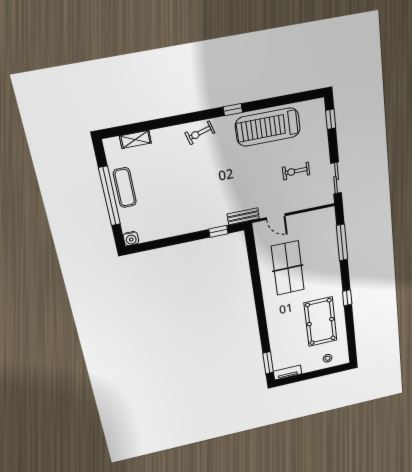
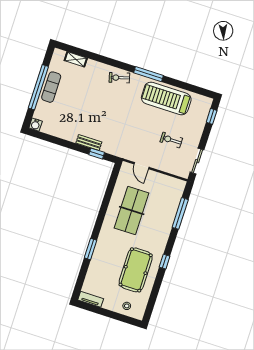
window: (233, 110) -> (149, 74), width x2.17
bench: (243, 216) -> (89, 143), moved
window: (268, 363) -> (91, 249), moved

